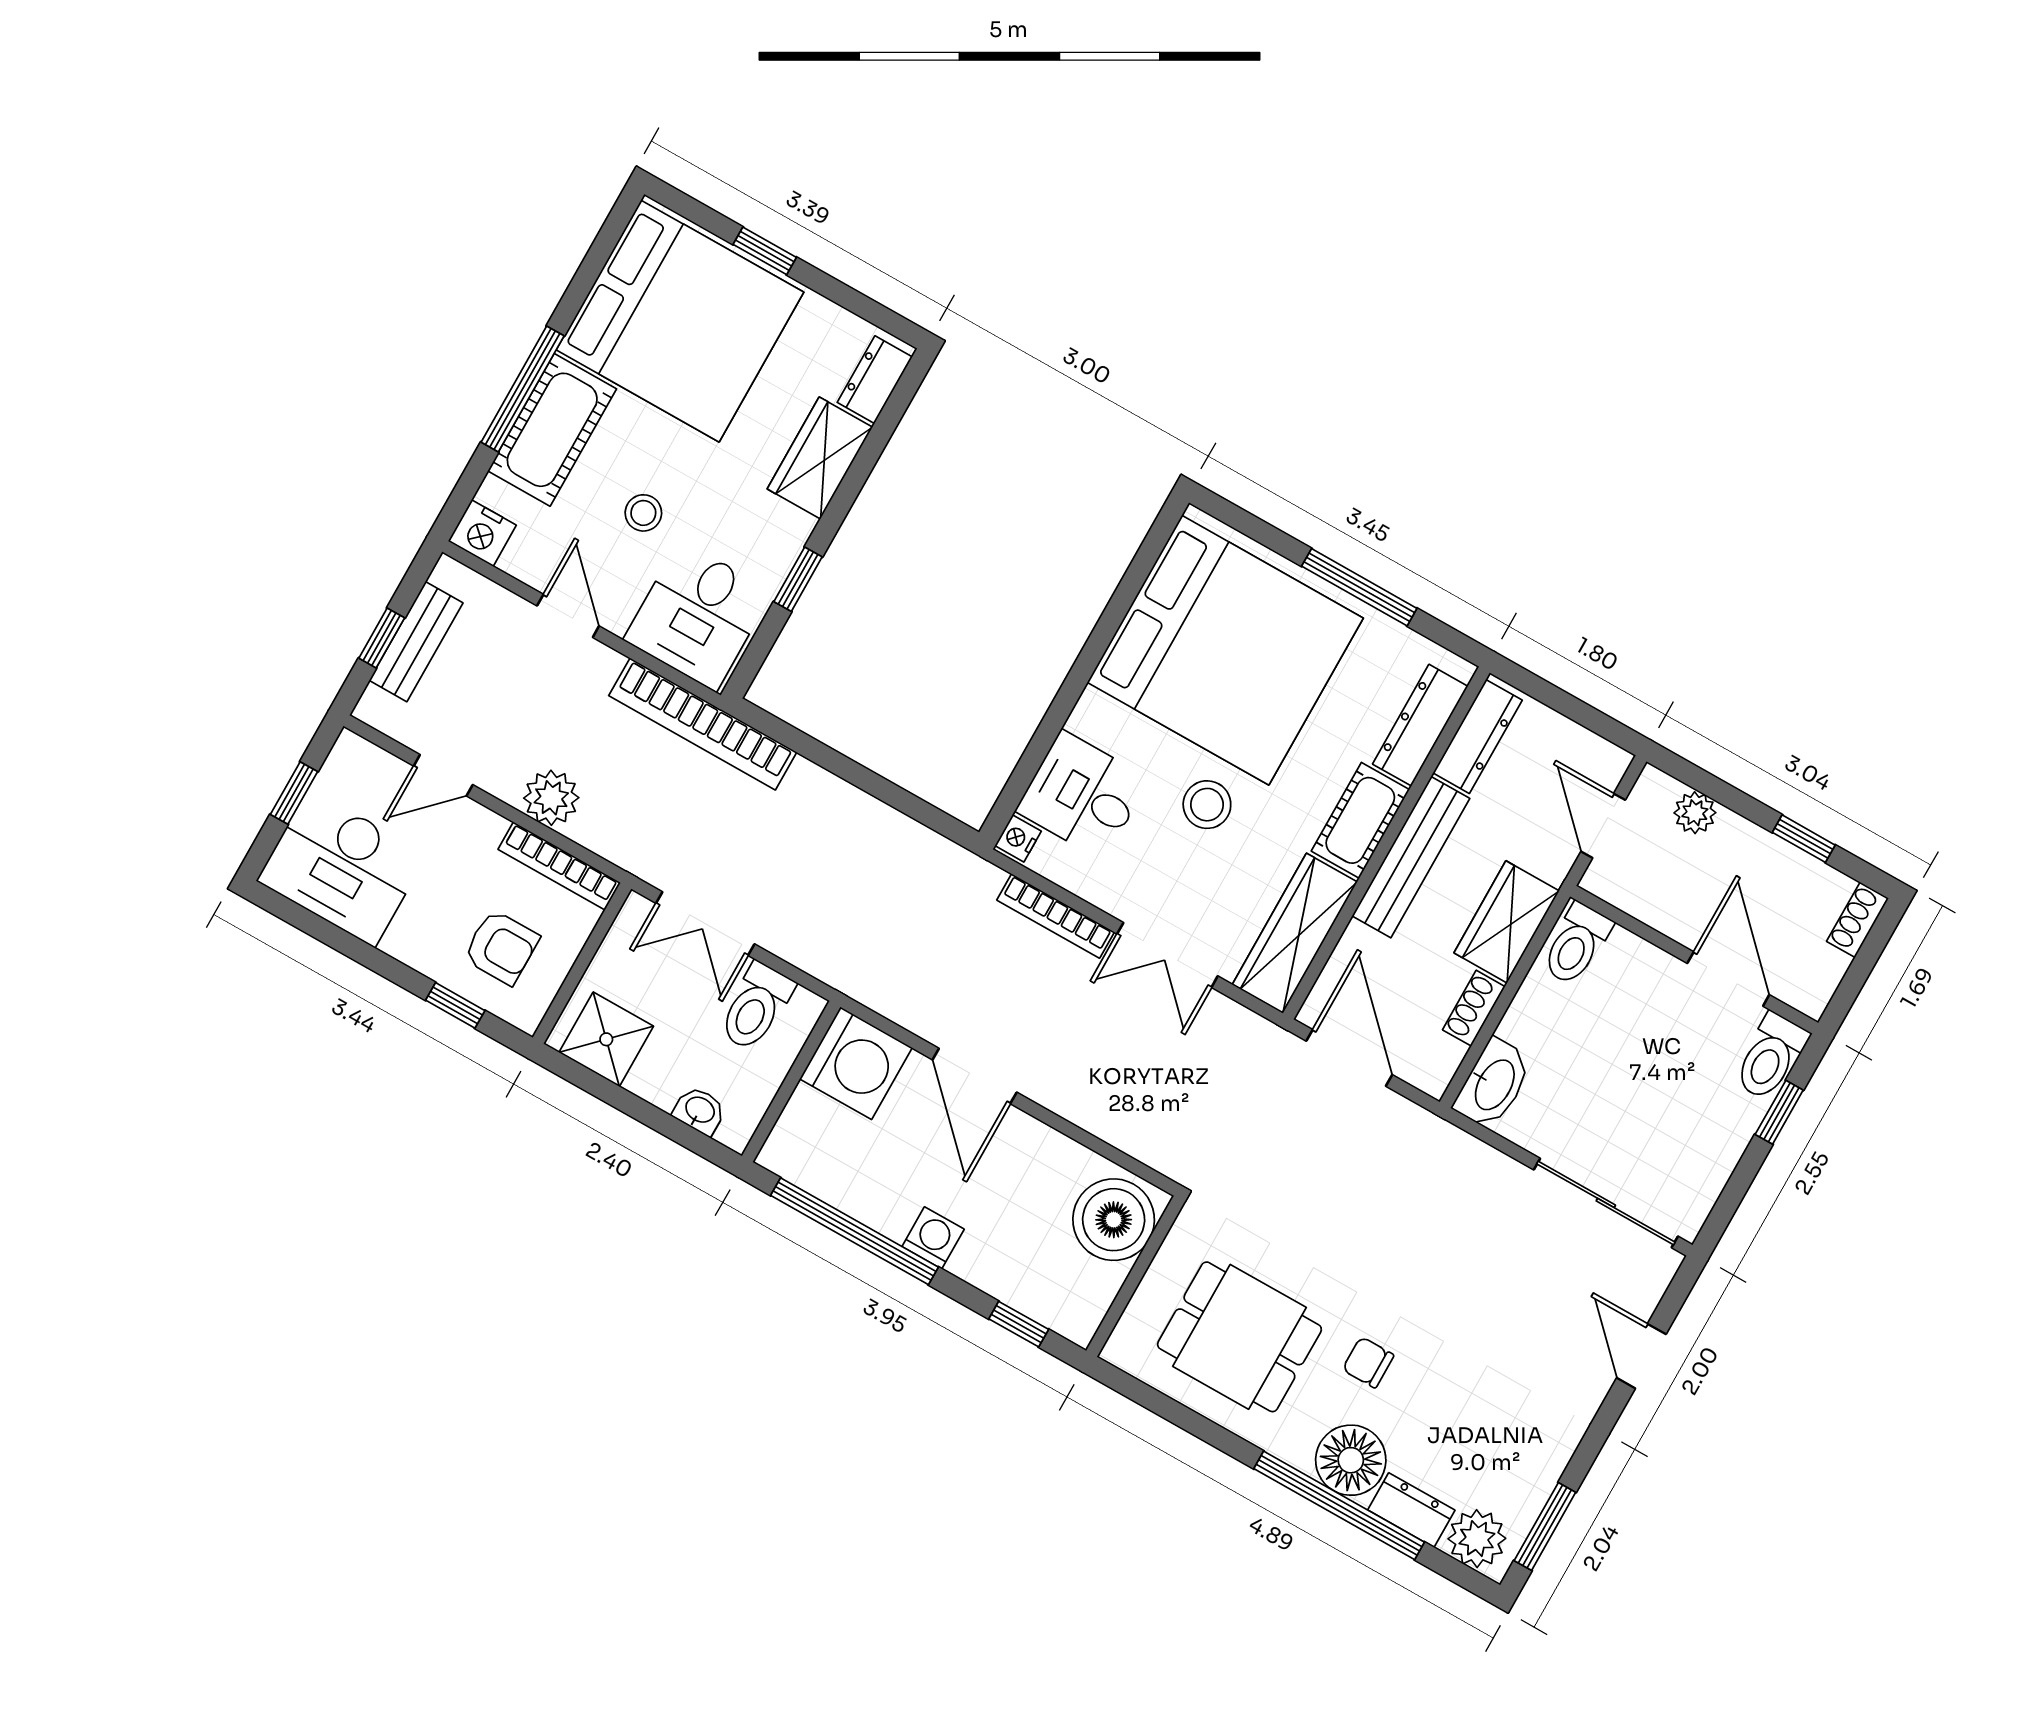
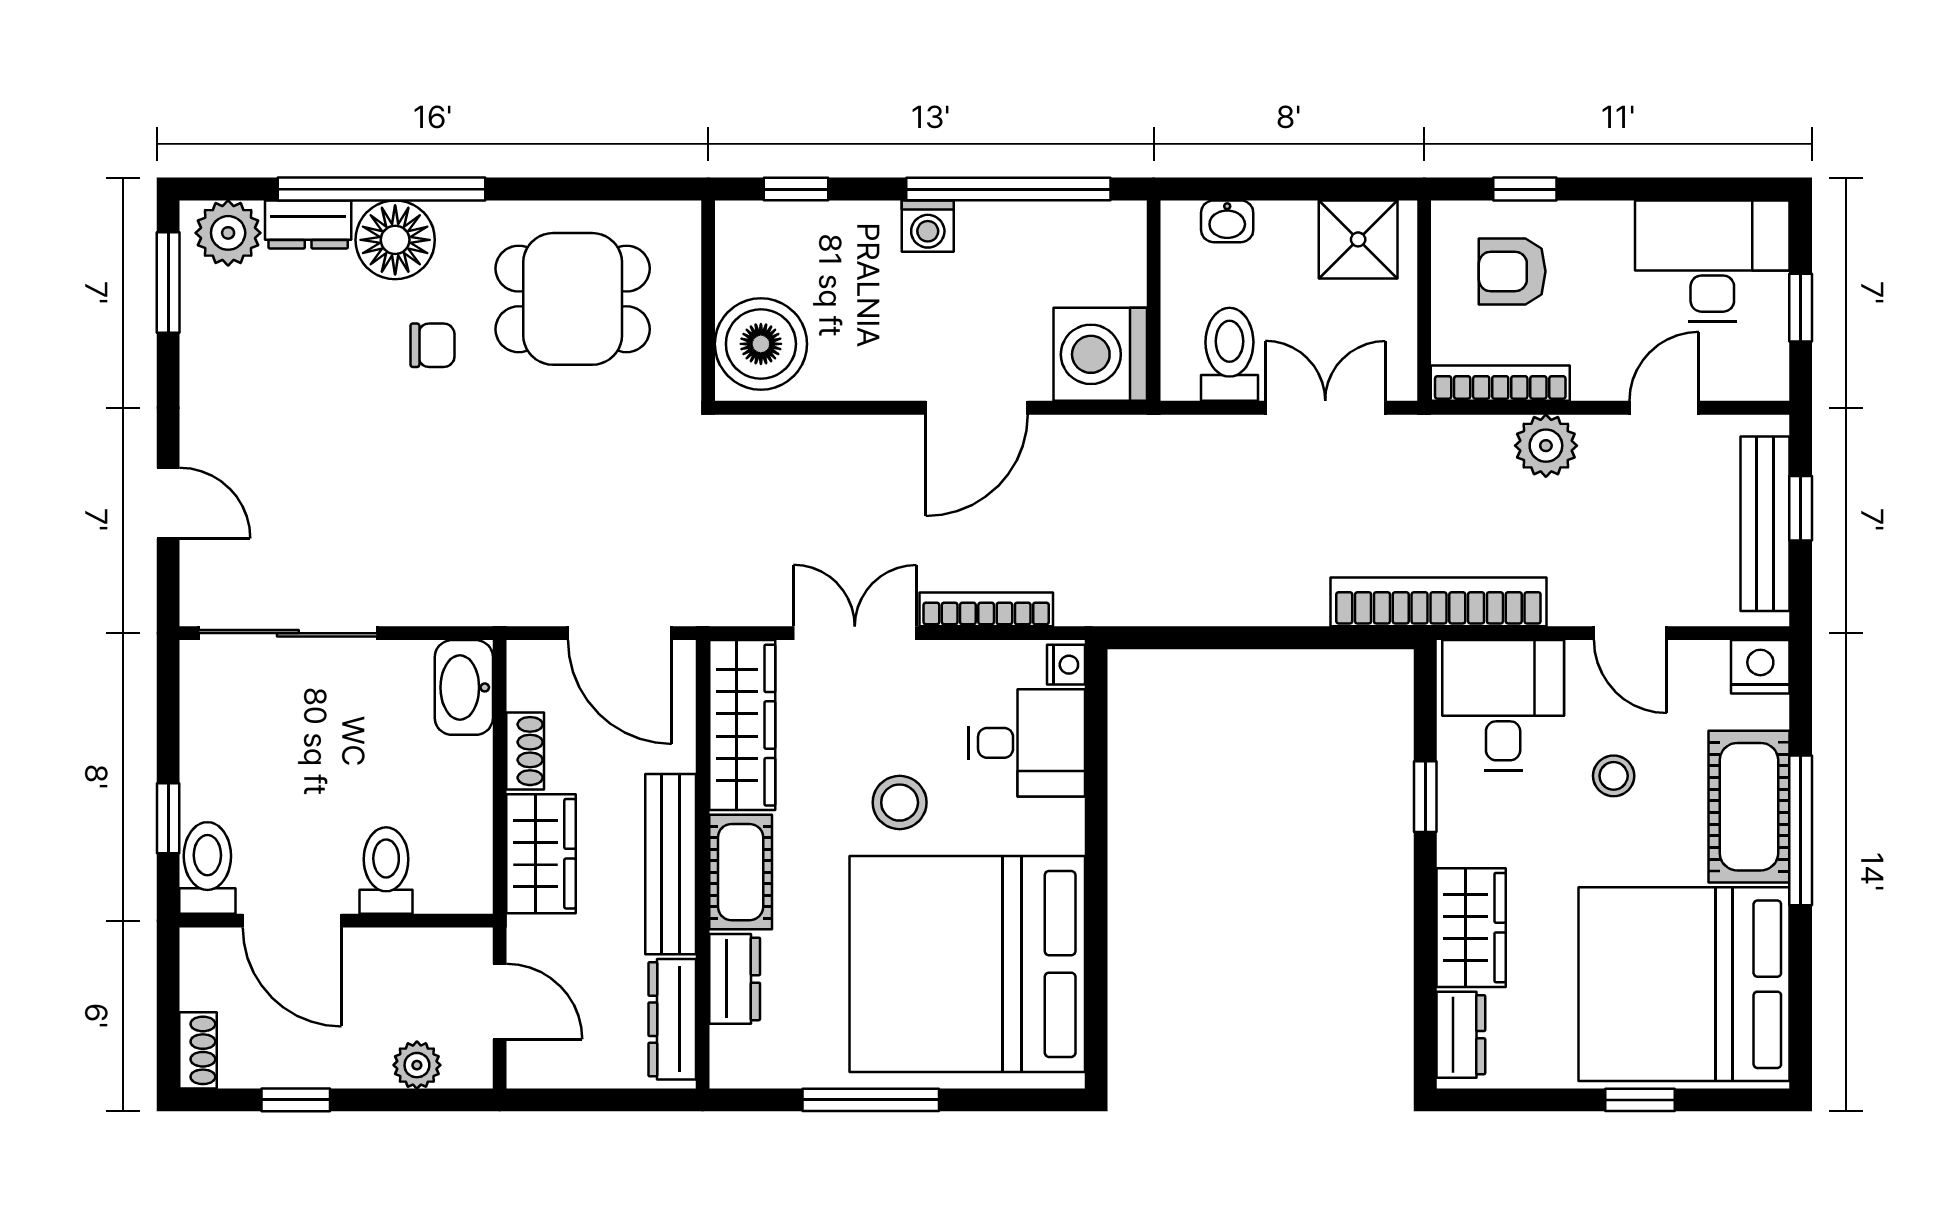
bench: (416, 642) -> (1765, 524), width x1.36
dresser: (1420, 725) -> (735, 979), width x0.70
toilet: (1576, 944) -> (386, 871), moved
door: (975, 1076) -> (977, 408), swing flipped

